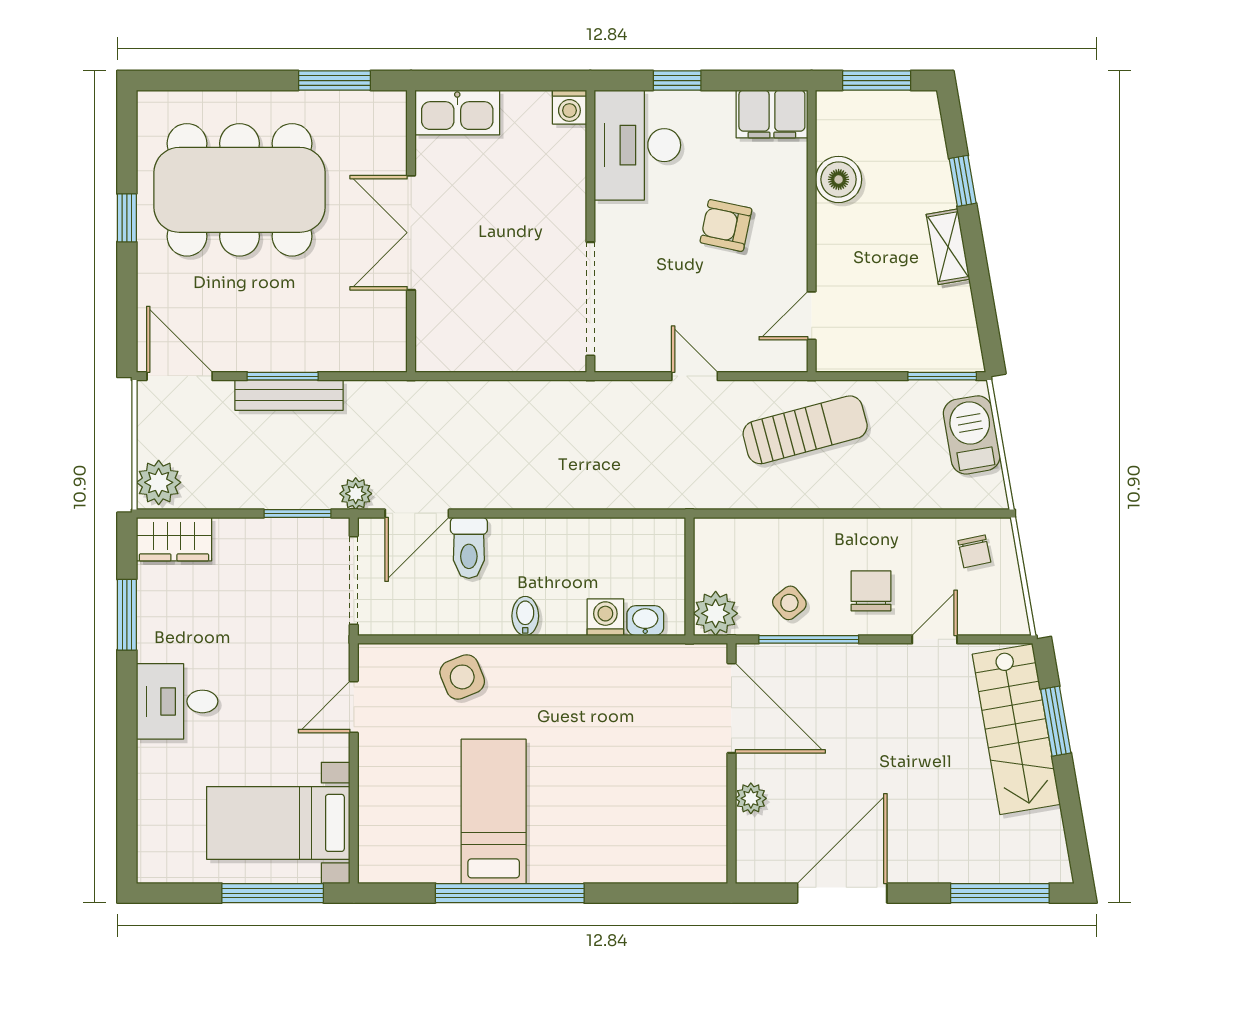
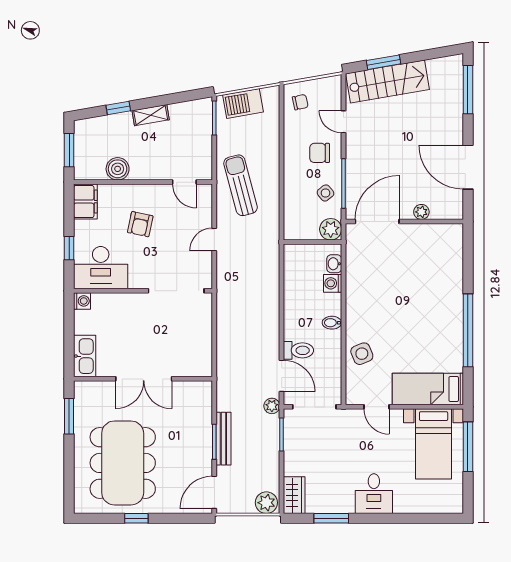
bed: (494, 811) -> (428, 389), moved

